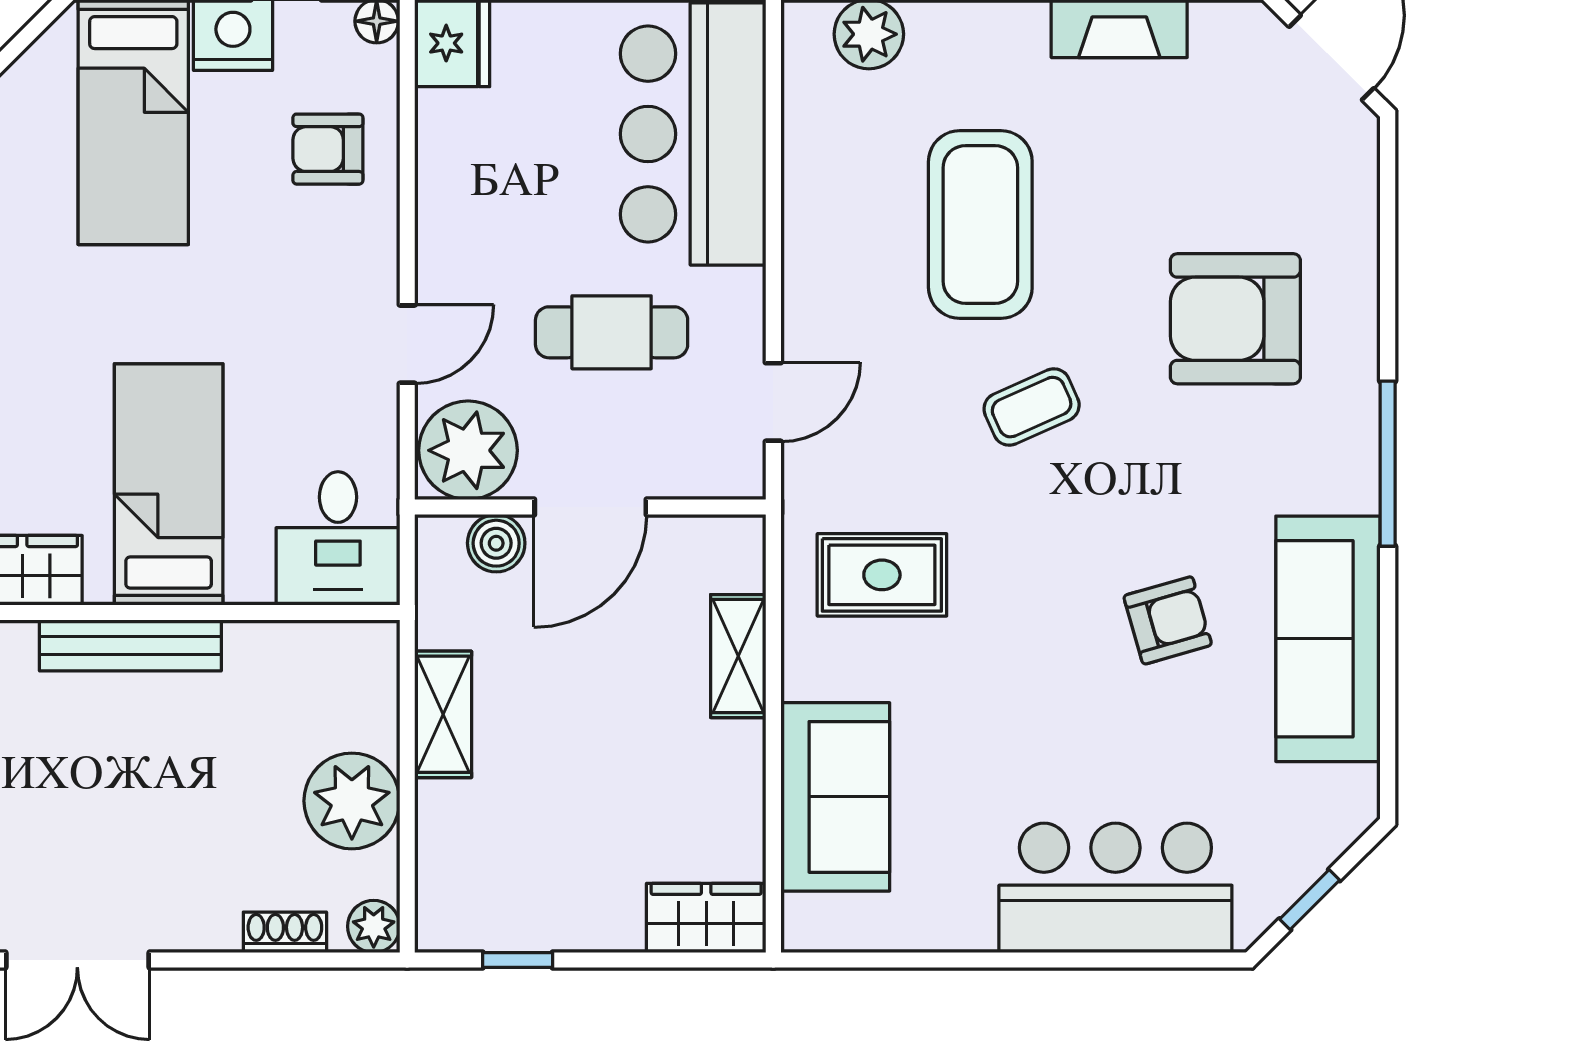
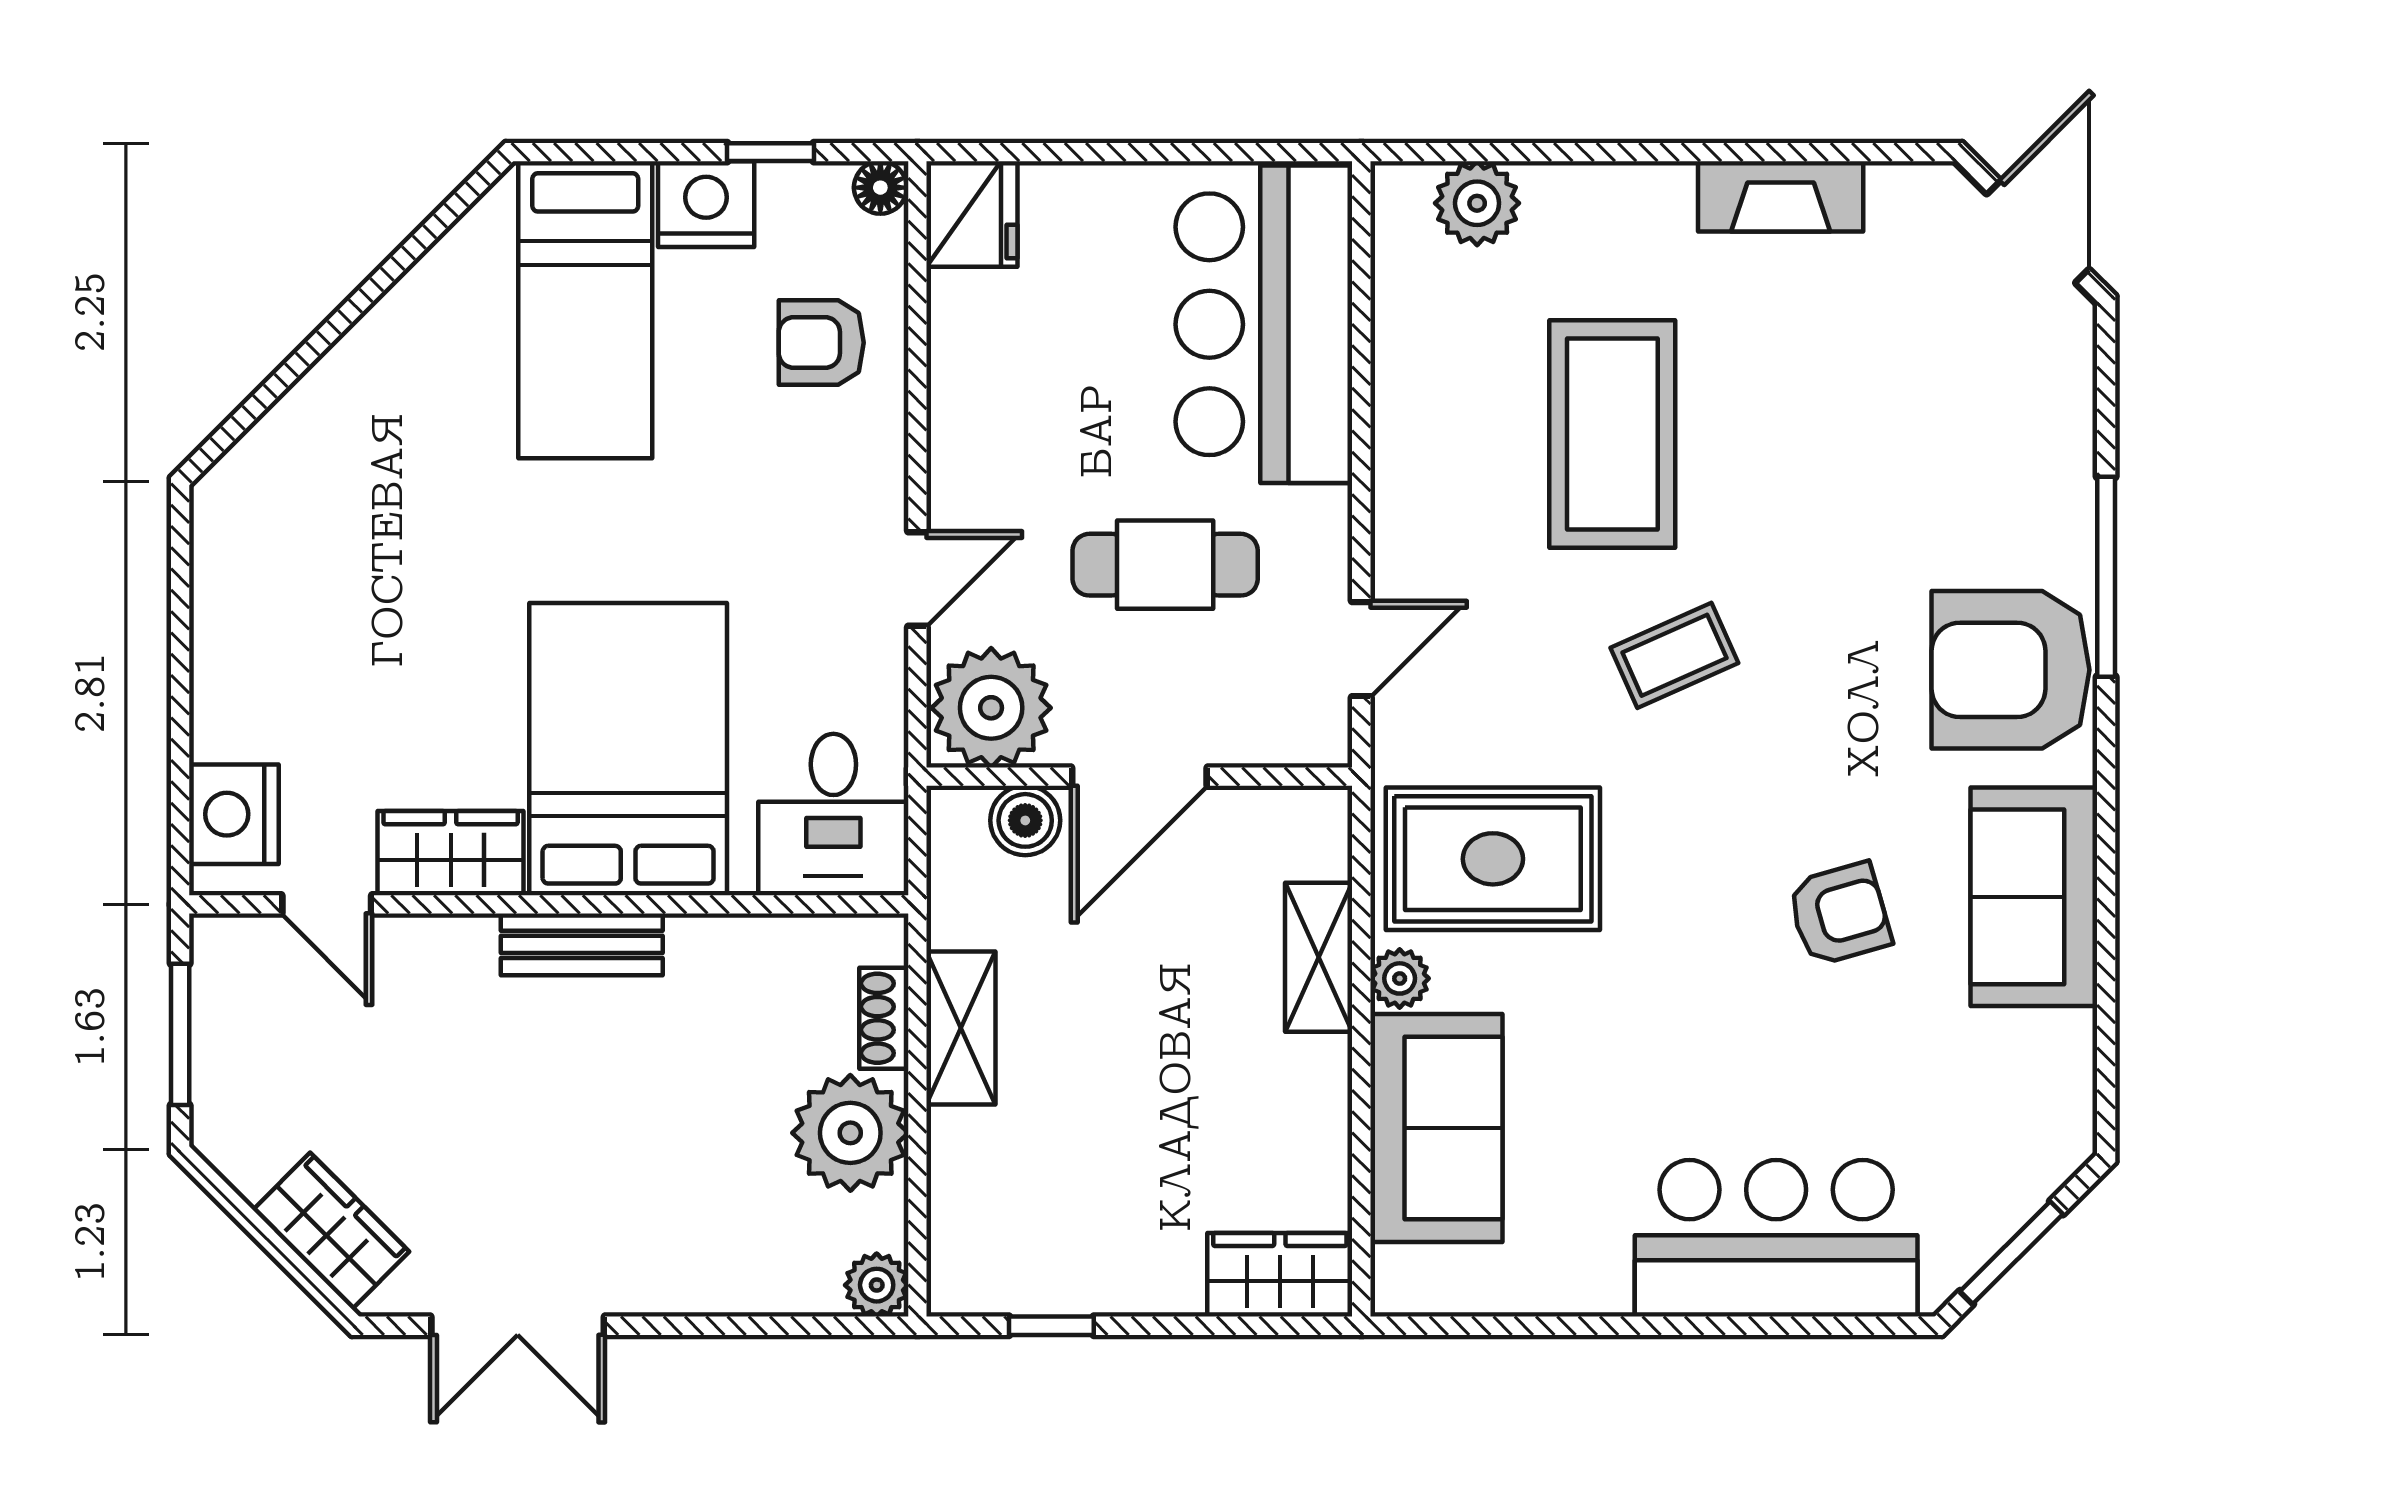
armchair: (1235, 319) -> (2011, 670), moved
window: (1388, 464) -> (2106, 577), moved
bed: (169, 484) -> (628, 749), width x1.50
rug: (882, 575) -> (1493, 859), width x1.36, depth x1.43
sofa: (1328, 639) -> (2034, 897), width x0.73
bench: (130, 645) -> (582, 944), width x0.73
plant: (805, 674) -> (1400, 978), added
window: (1310, 900) -> (2012, 1253), width x1.50
shoe rack: (285, 932) -> (884, 1018), moved, turned -90

